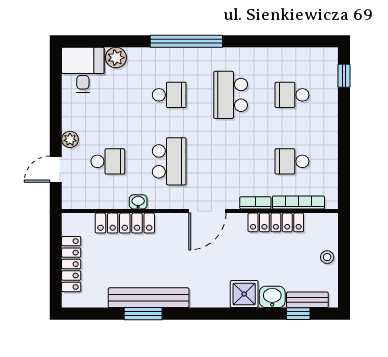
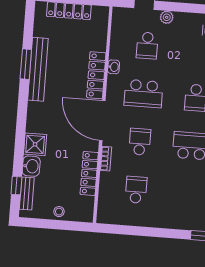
school desk: (292, 95) -> (140, 142), moved
bookcase: (298, 202) -> (104, 192), removed
door: (207, 211) -> (102, 121), width x1.36
locker: (125, 223) -> (96, 75), moved

